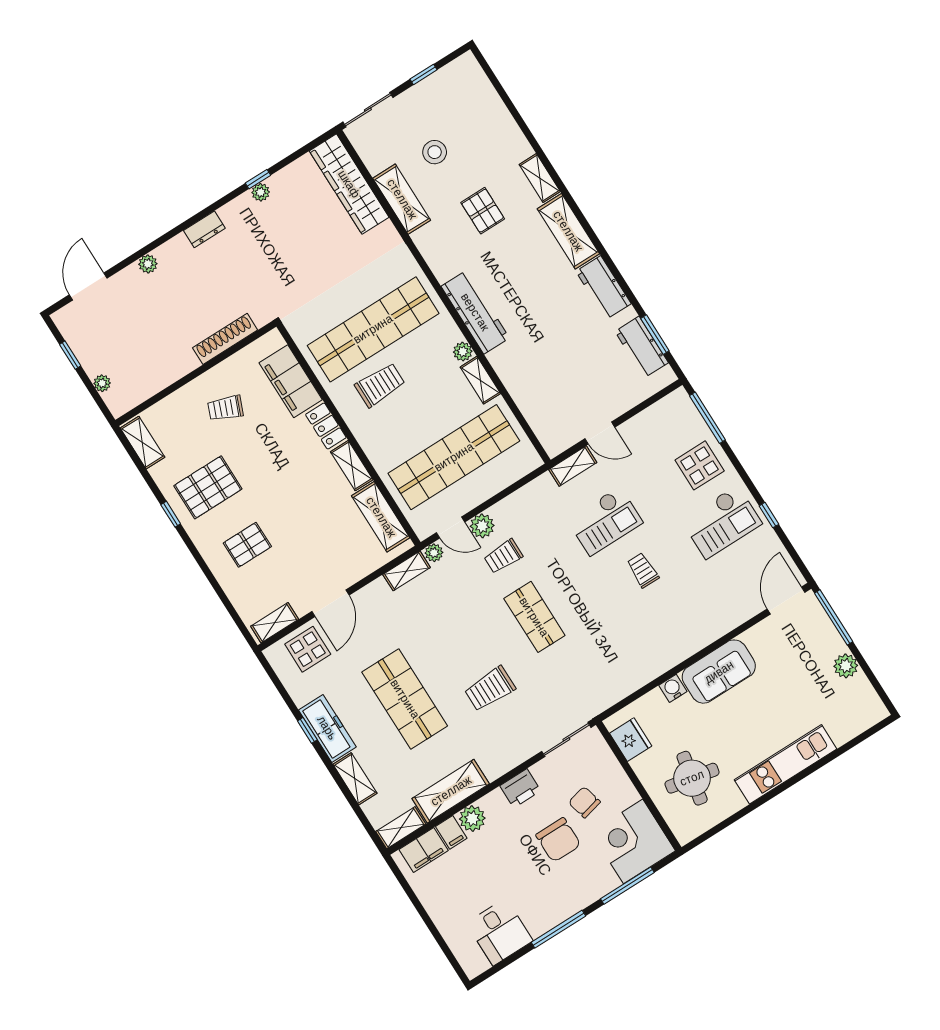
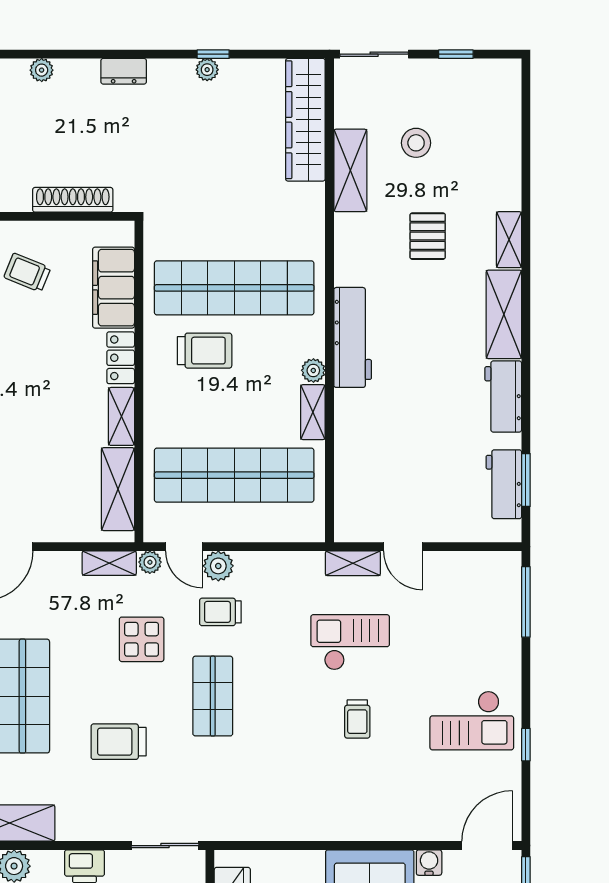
display table: (700, 465) -> (142, 639), moved
checkout: (605, 521) -> (350, 642), turned 180
trolley: (643, 570) -> (357, 719), turned 180
water cooler: (673, 688) -> (429, 863), moved

